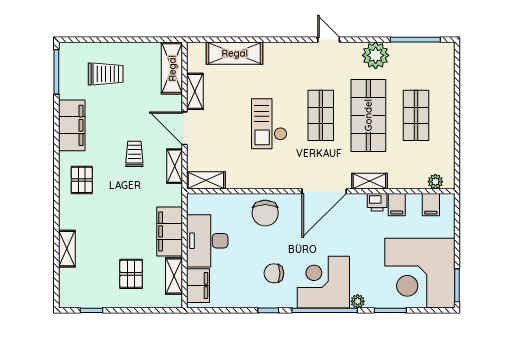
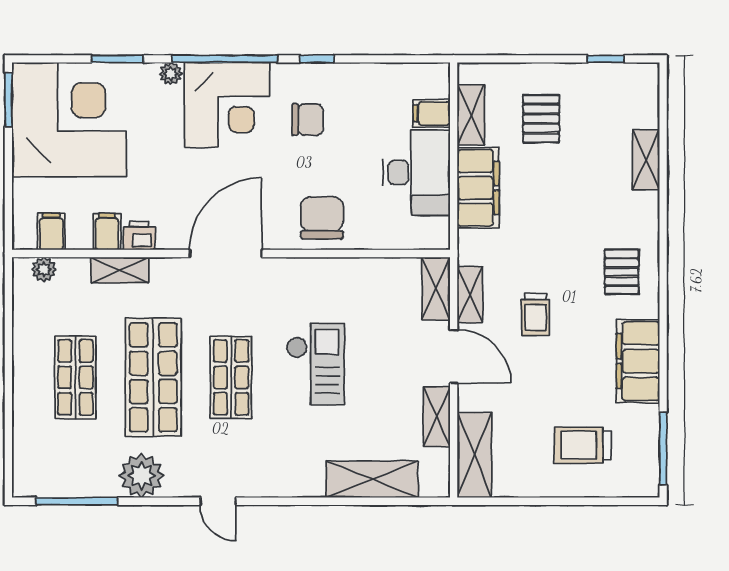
shelving: (206, 180) -> (436, 289), moved, turned 90
shelving: (369, 181) -> (120, 270), moved
filing cabinet: (198, 286) -> (432, 113), width x0.50

